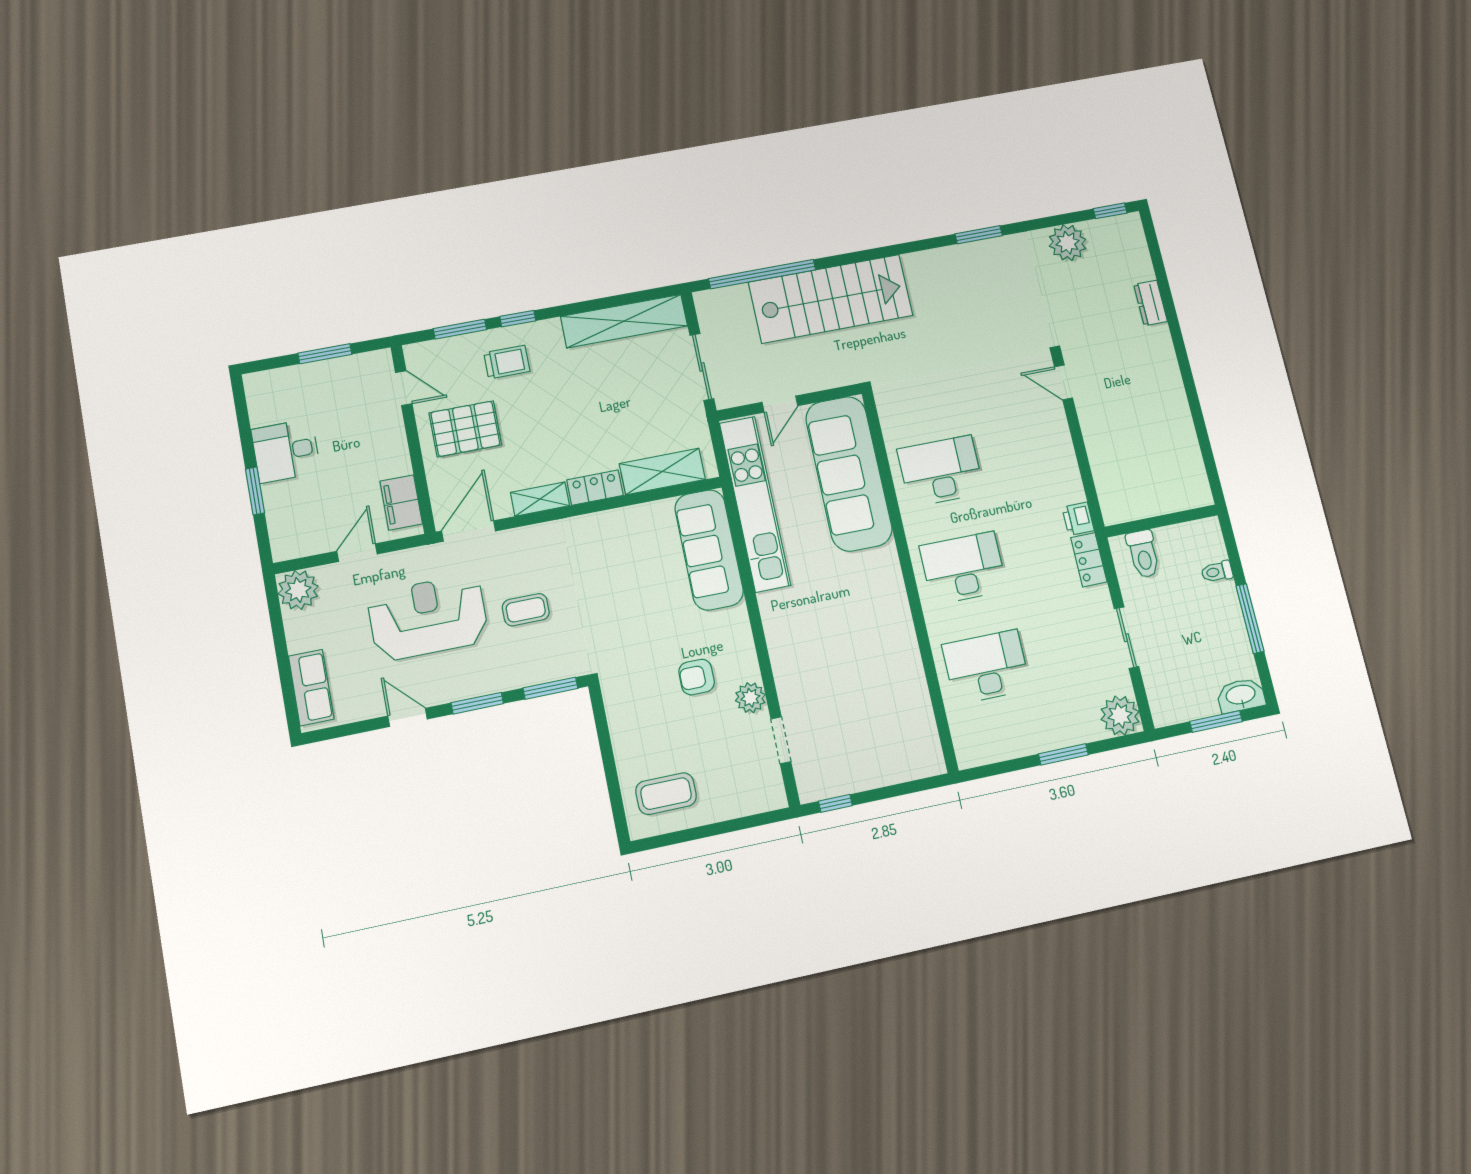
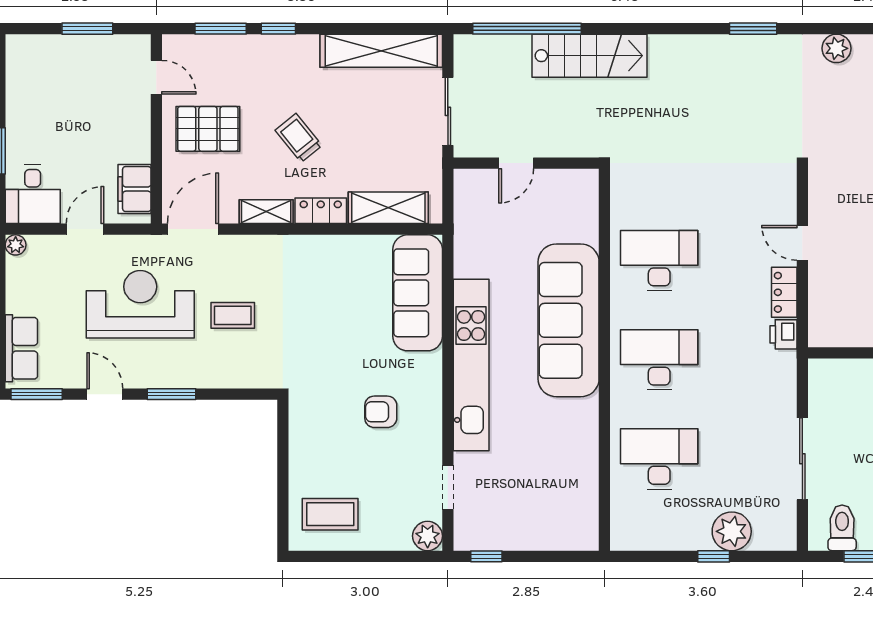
plant: (1068, 243) -> (836, 48), width x0.73, depth x0.73
stairs: (831, 299) -> (590, 56), width x0.73, depth x0.66
trolley: (507, 362) -> (299, 138), moved, turned -129
door: (1063, 382) -> (802, 243), moved
desk: (286, 451) -> (33, 194), moved, turned -90
sofa: (849, 473) -> (569, 320), moved
kitchen unit: (755, 504) -> (471, 365), moved
toilet: (1143, 554) -> (842, 528), moved, turned 180
locker: (1089, 560) -> (784, 292), moved
plant: (298, 590) -> (16, 245), width x0.53, depth x0.53
sliding door: (1126, 638) -> (802, 459), width x1.37
window: (550, 688) -> (37, 394), moved
plant: (750, 698) -> (428, 536), moved
plant: (1120, 716) -> (732, 531), moved
window: (1063, 754) -> (714, 556), width x0.67

